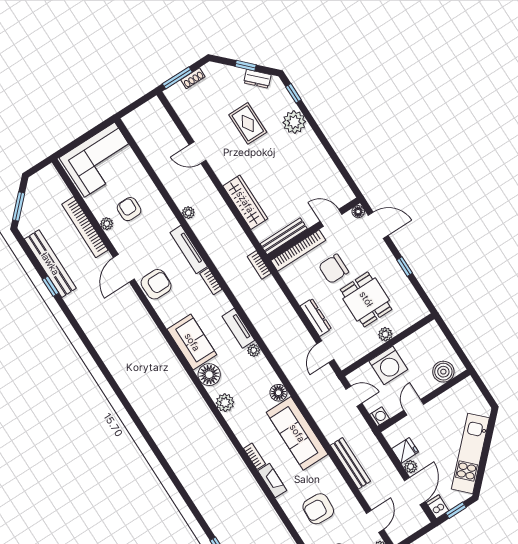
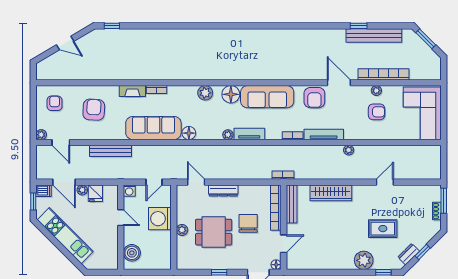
sofa: (192, 342) -> (267, 97), width x1.36

